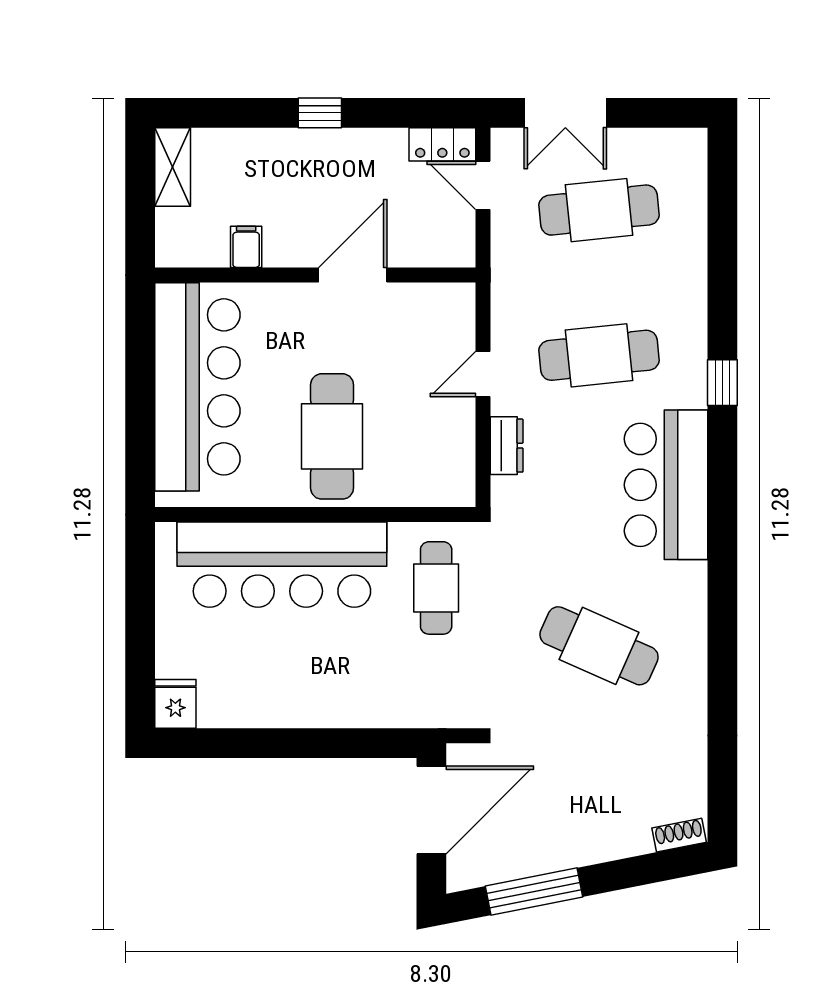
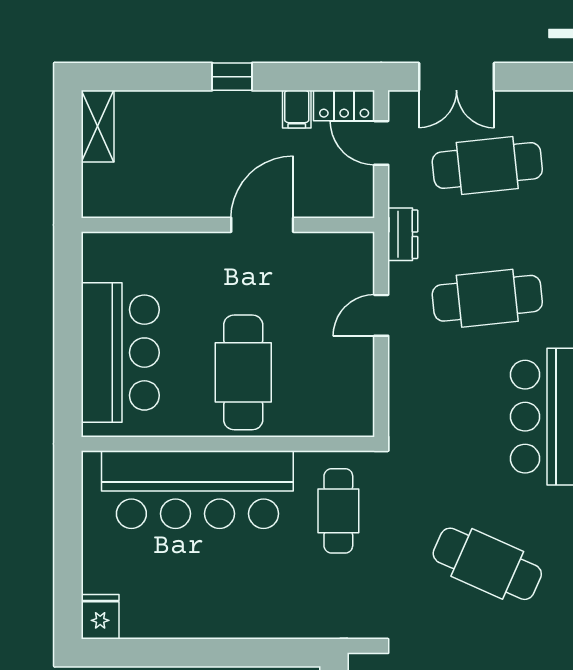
filing cabinet: (246, 247) -> (297, 109), moved, turned 180
bar counter: (197, 387) -> (120, 353), width x0.73
dresser: (507, 446) -> (403, 234), moved

